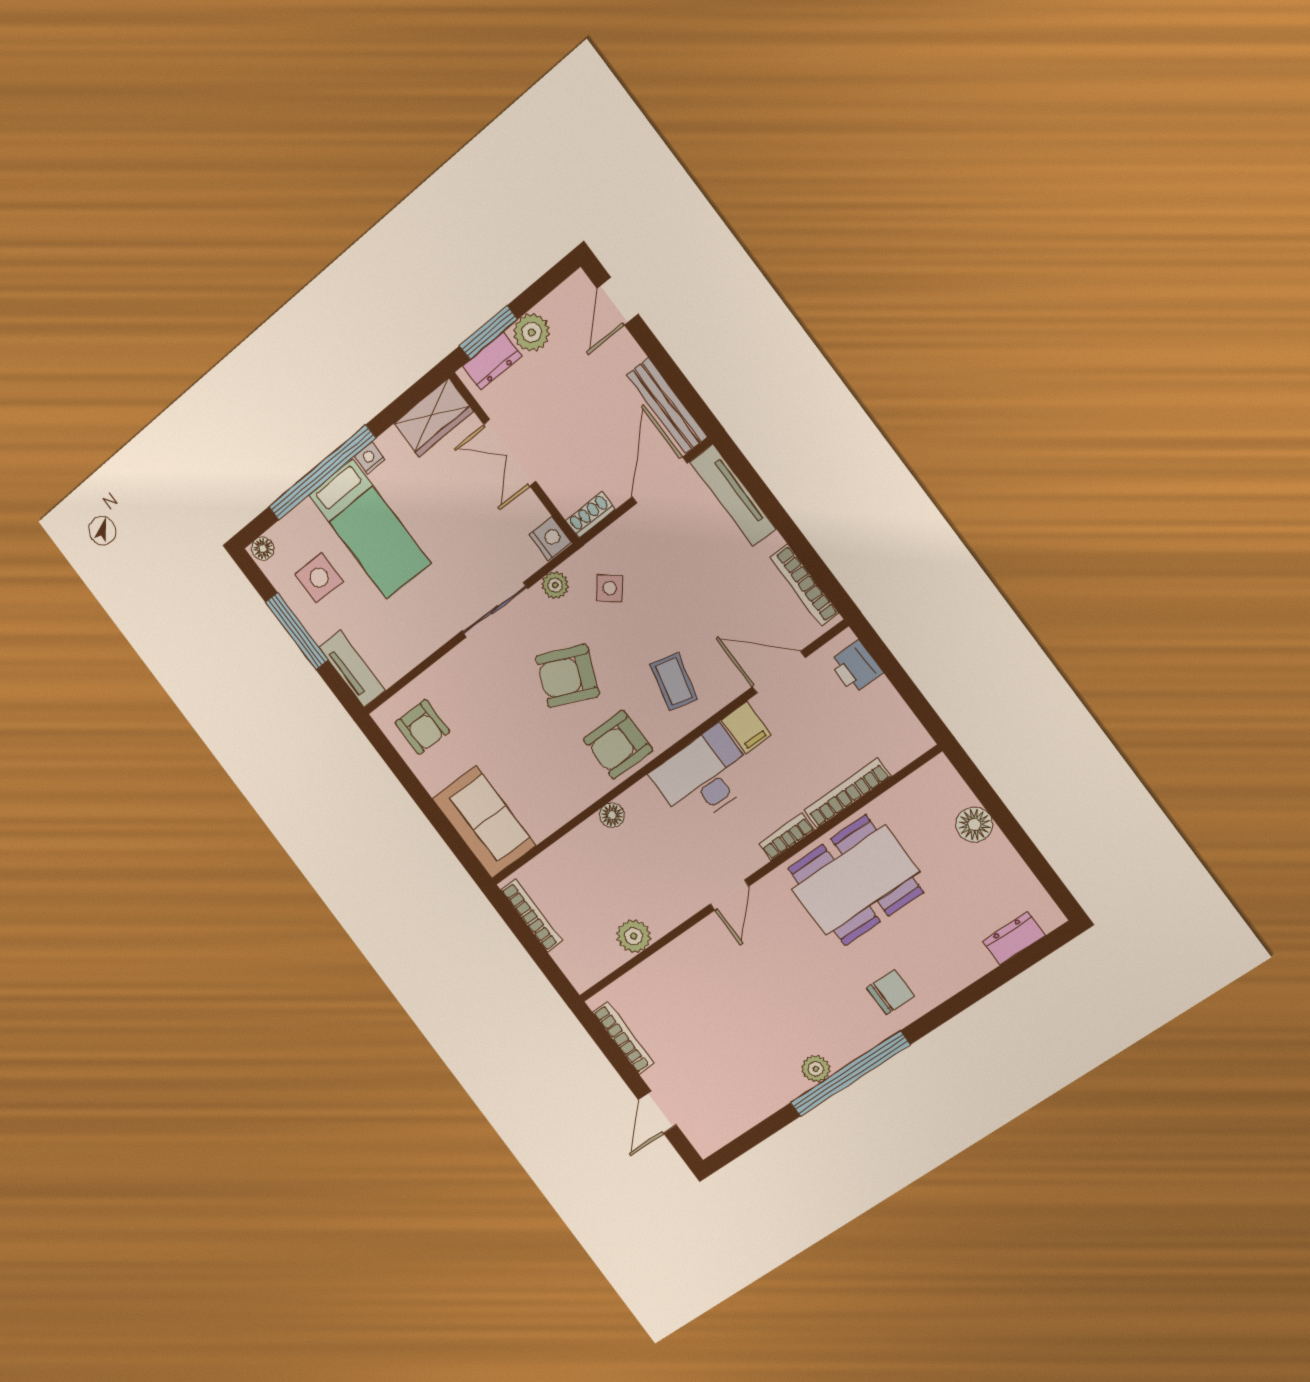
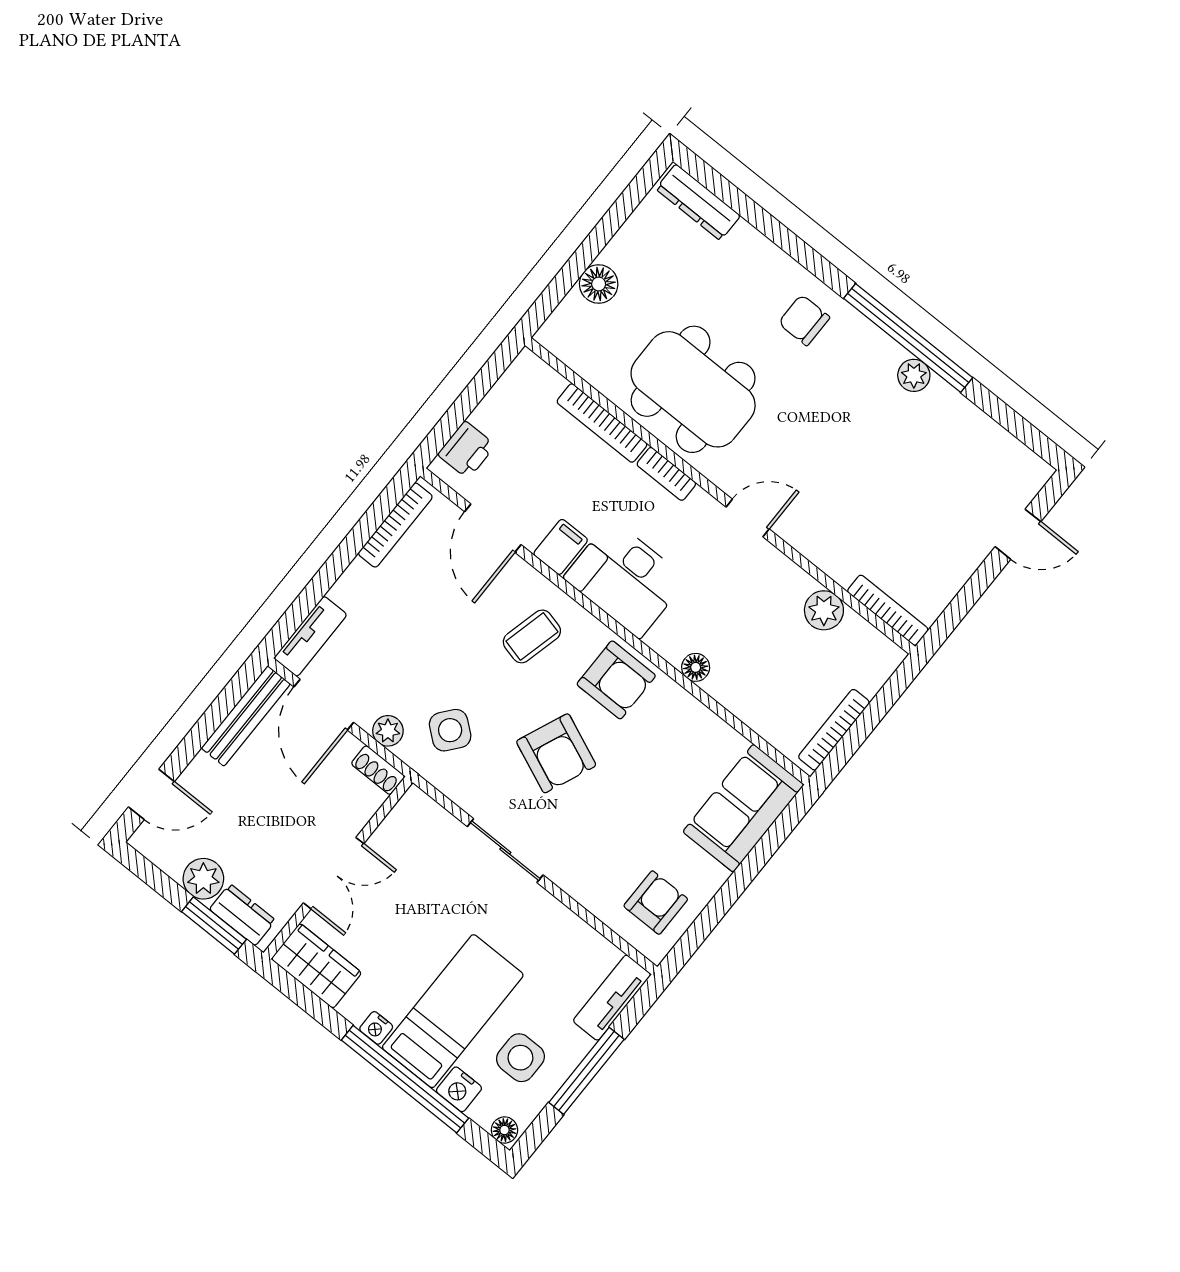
door: (660, 480) -> (324, 705), hinge flipped
tv unit: (733, 495) -> (310, 636), width x0.71
nightstand: (550, 538) -> (459, 1089), moved, turned -90
plant: (555, 585) -> (388, 731), moved
side table: (610, 588) -> (450, 730), width x1.37, depth x1.37
dresser: (1014, 938) -> (698, 202), width x1.44
bookcase: (623, 1038) -> (888, 610), moved, turned 90

